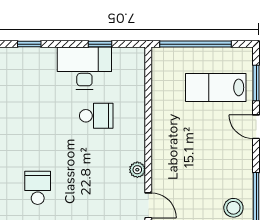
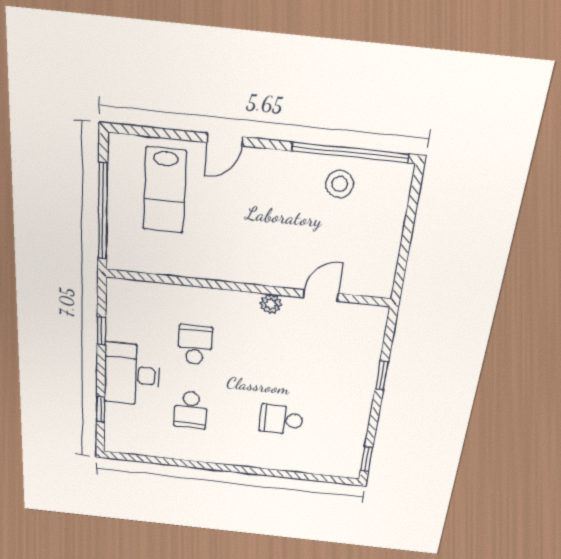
desk: (84, 68) -> (132, 374), moved
window: (256, 83) -> (161, 133), removed
school desk: (38, 116) -> (191, 410), added

